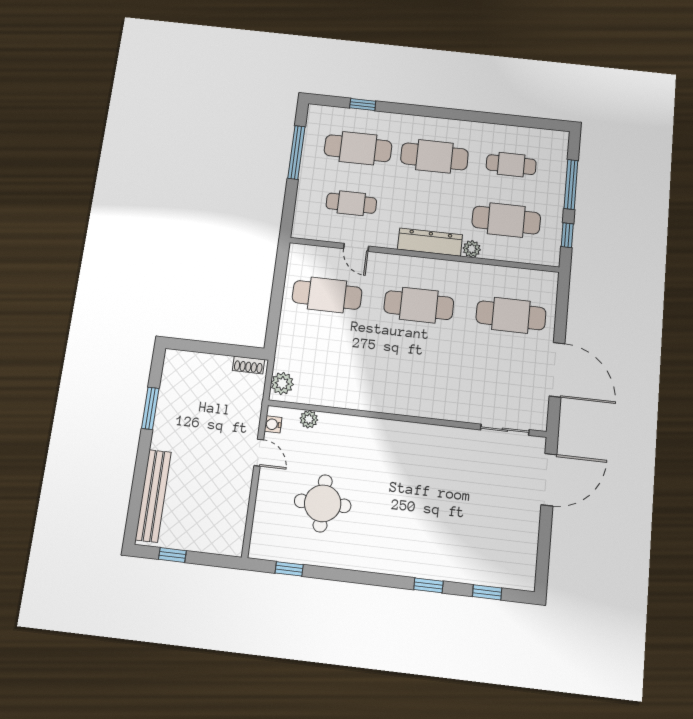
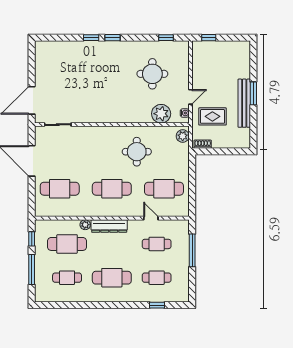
cafe table: (358, 148) -> (157, 278), width x0.73, depth x0.74
window: (296, 152) -> (192, 250), moved
round table: (368, 365) -> (137, 152), added
window: (150, 408) -> (253, 93), moved
rug: (224, 412) -> (212, 116), added
plant: (309, 419) -> (161, 114), width x1.87, depth x1.87
door: (259, 453) -> (190, 97), swing flipped
bench: (153, 496) -> (244, 103), moved
window: (172, 555) -> (209, 38), moved
window: (487, 592) -> (112, 38), moved

